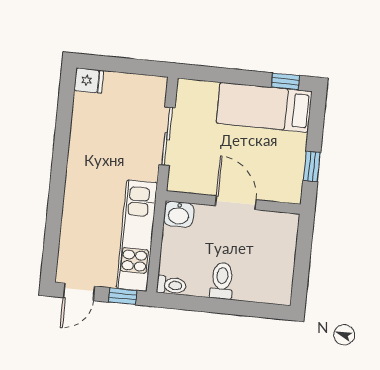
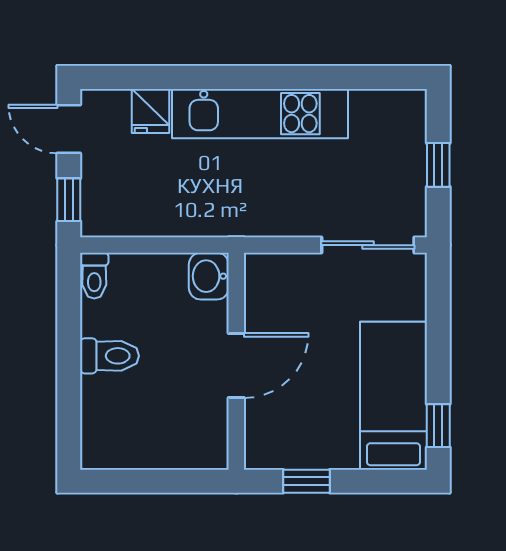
window: (124, 65) -> (438, 165), added
fridge: (89, 81) -> (150, 111), moved
sliding door: (167, 136) -> (368, 245), moved
kitchen unit: (137, 235) -> (260, 114), moved, turned 180

